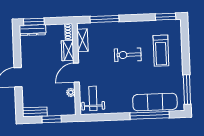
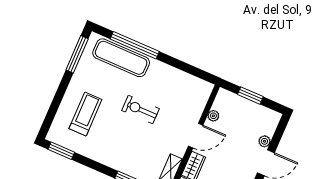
exercise bike: (128, 55) -> (141, 110), moved, turned 180
plant: (26, 92) -> (264, 141), added
weight bench: (93, 98) -> (191, 96), removed
bench: (35, 112) -> (266, 113), removed

